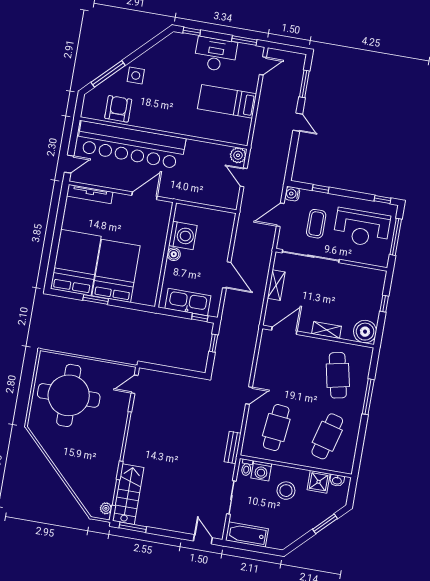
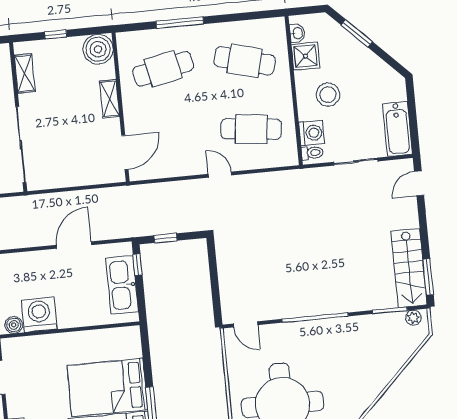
boiler: (174, 254) -> (14, 325), moved
shelving: (276, 285) -> (25, 73), moved, turned 90
door: (284, 331) -> (125, 152), swing flipped
bench: (233, 447) -> (292, 178), removed
stairs: (128, 494) -> (409, 268), moved, turned -90

